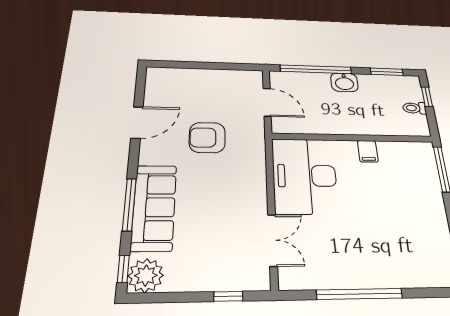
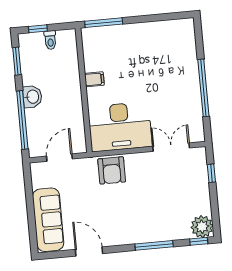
armchair: (207, 138) -> (112, 170), moved
sofa: (154, 207) -> (48, 220), moved, turned 90

